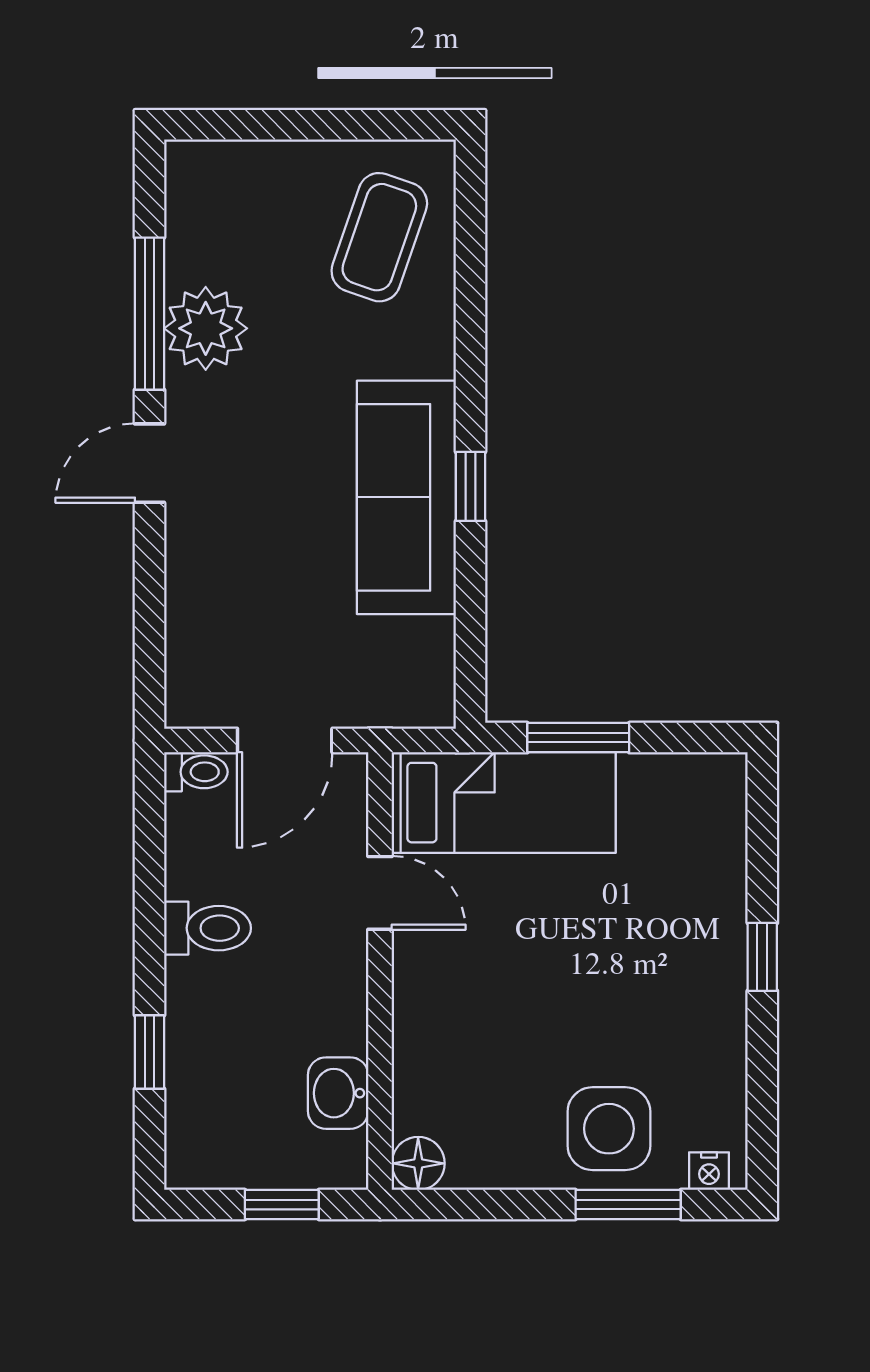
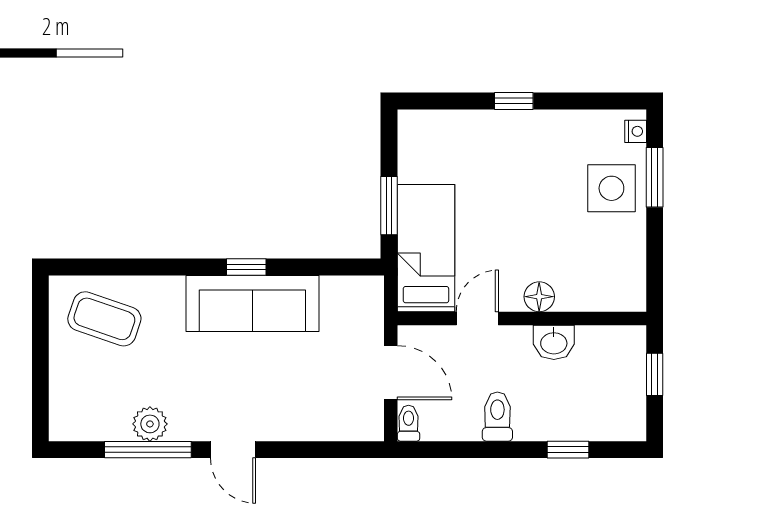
plant: (206, 328) -> (150, 424), width x0.73, depth x0.73
washbasin: (338, 1093) -> (554, 342), moved
floor lamp: (418, 1163) -> (539, 297), moved

